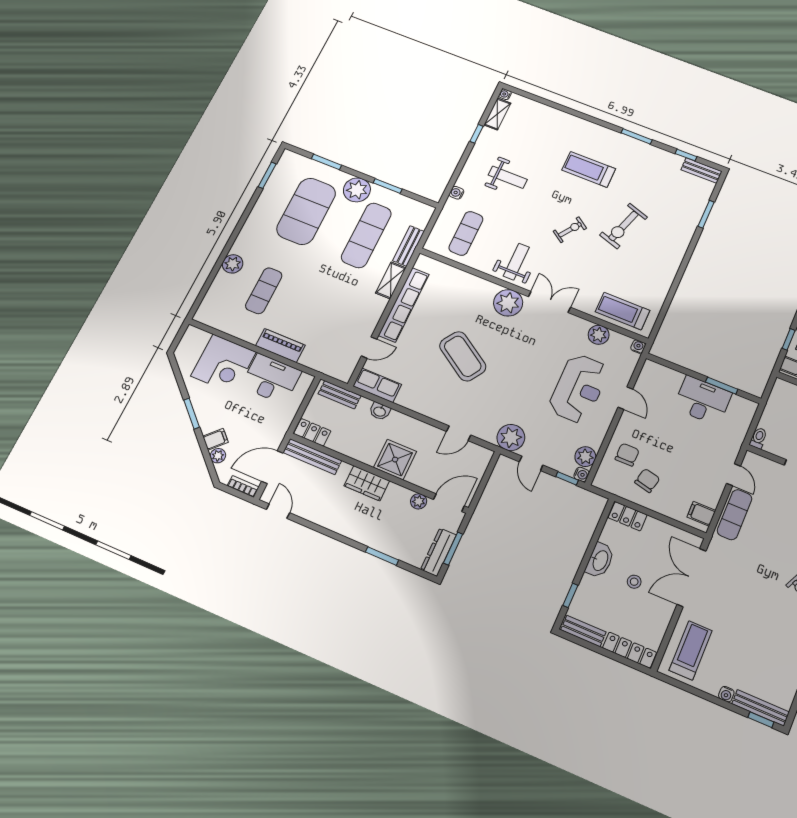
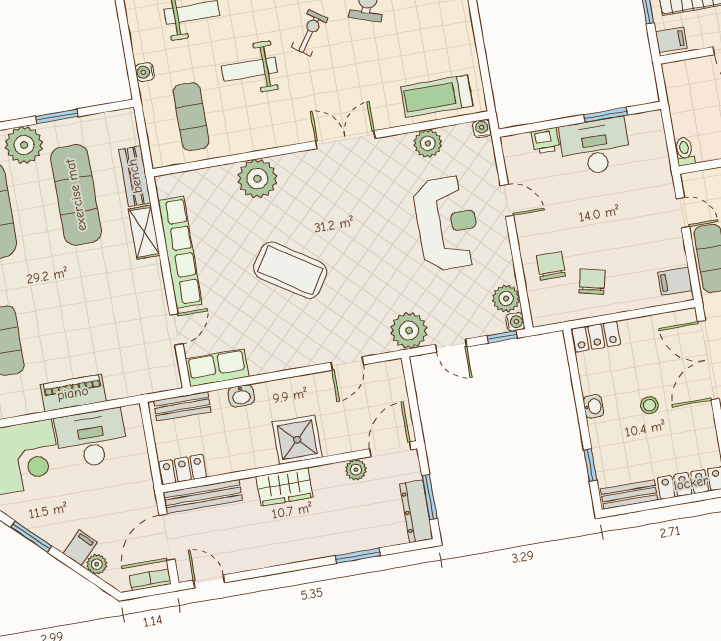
weight bench: (516, 262) -> (249, 69), moved, turned -90
plant: (508, 303) -> (257, 179), moved
printer: (673, 378) -> (546, 141), added
washbasin: (600, 560) -> (593, 406), width x0.52, depth x0.69

